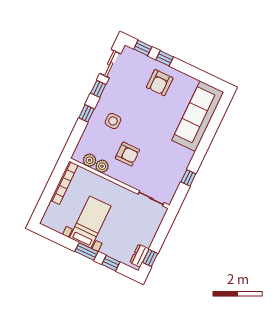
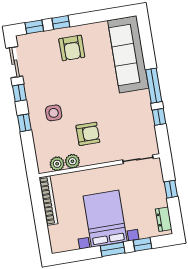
window: (201, 152) -> (154, 86), added
bed with nightstands: (90, 222) -> (105, 219), width x1.36
window: (150, 258) -> (171, 189), moved

